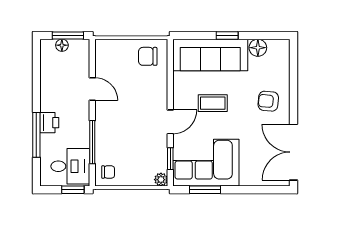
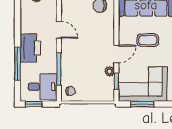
printer: (49, 123) -> (30, 48), width x1.87, depth x1.48
plant: (161, 180) -> (110, 71), moved
window: (73, 190) -> (33, 104), moved

